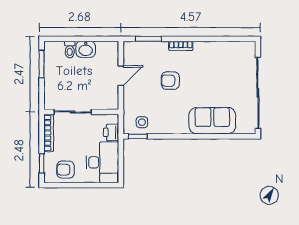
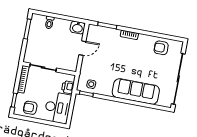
washbasin: (86, 49) -> (78, 28), moved
armchair: (170, 81) -> (161, 48), moved
sofa: (212, 121) -> (136, 91), width x1.36

